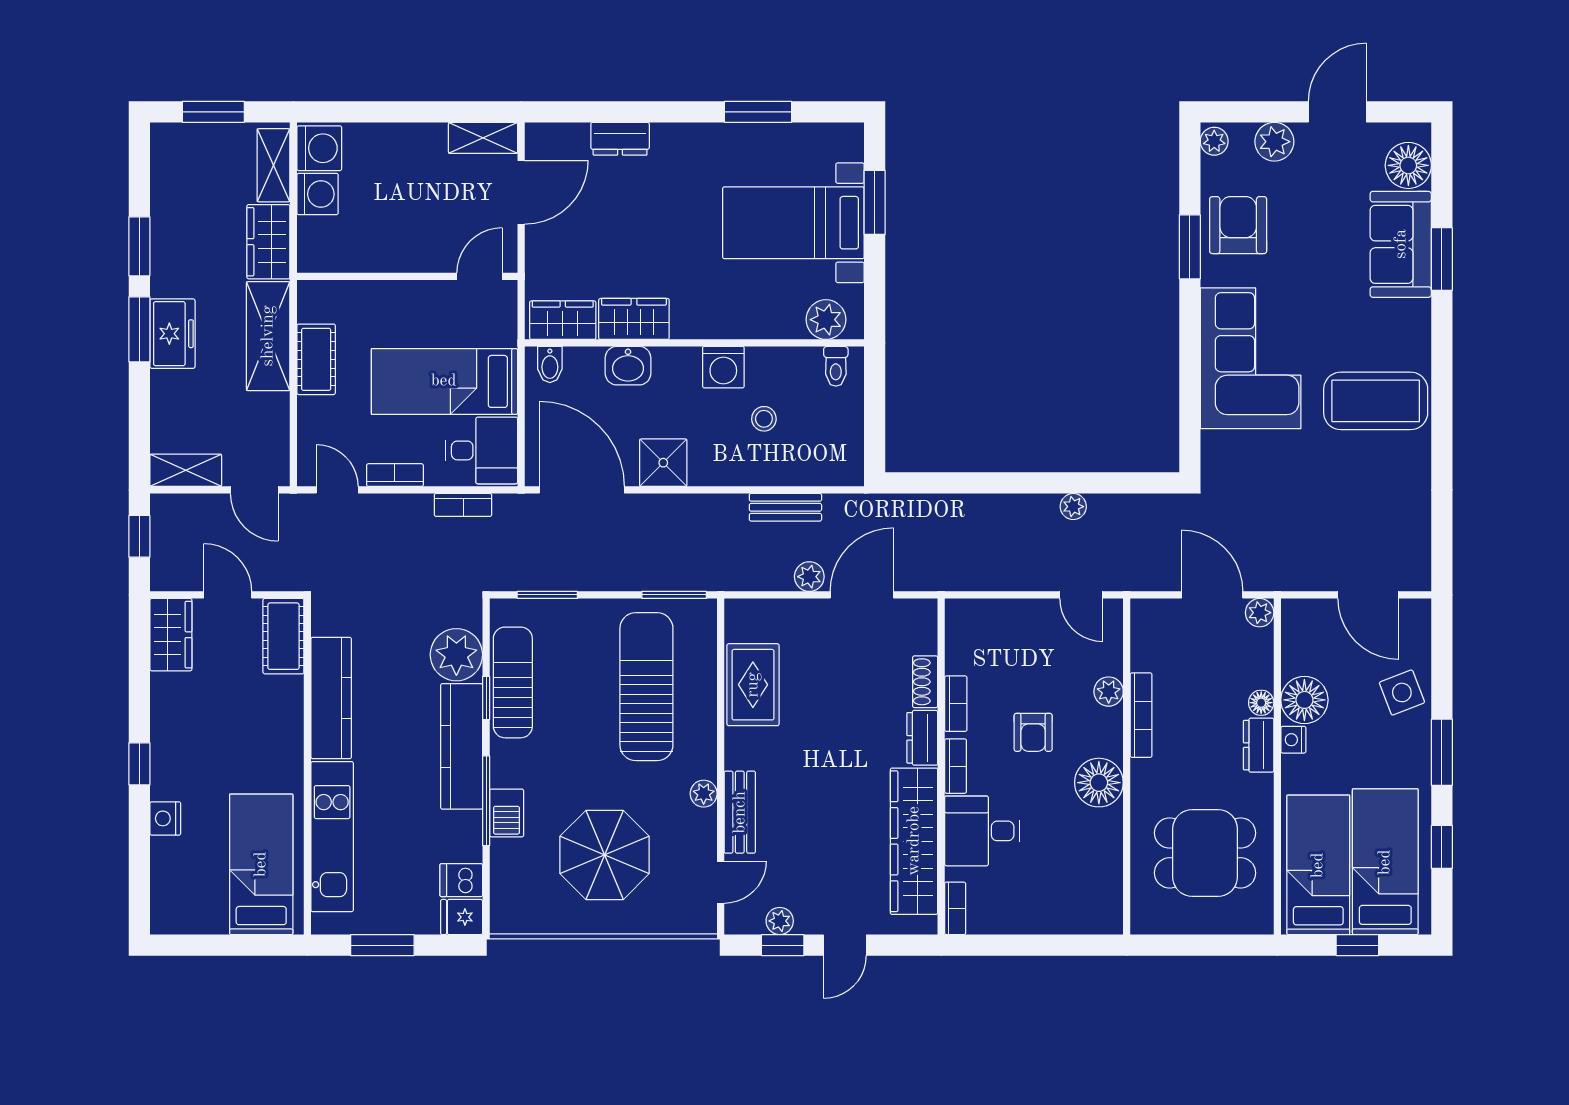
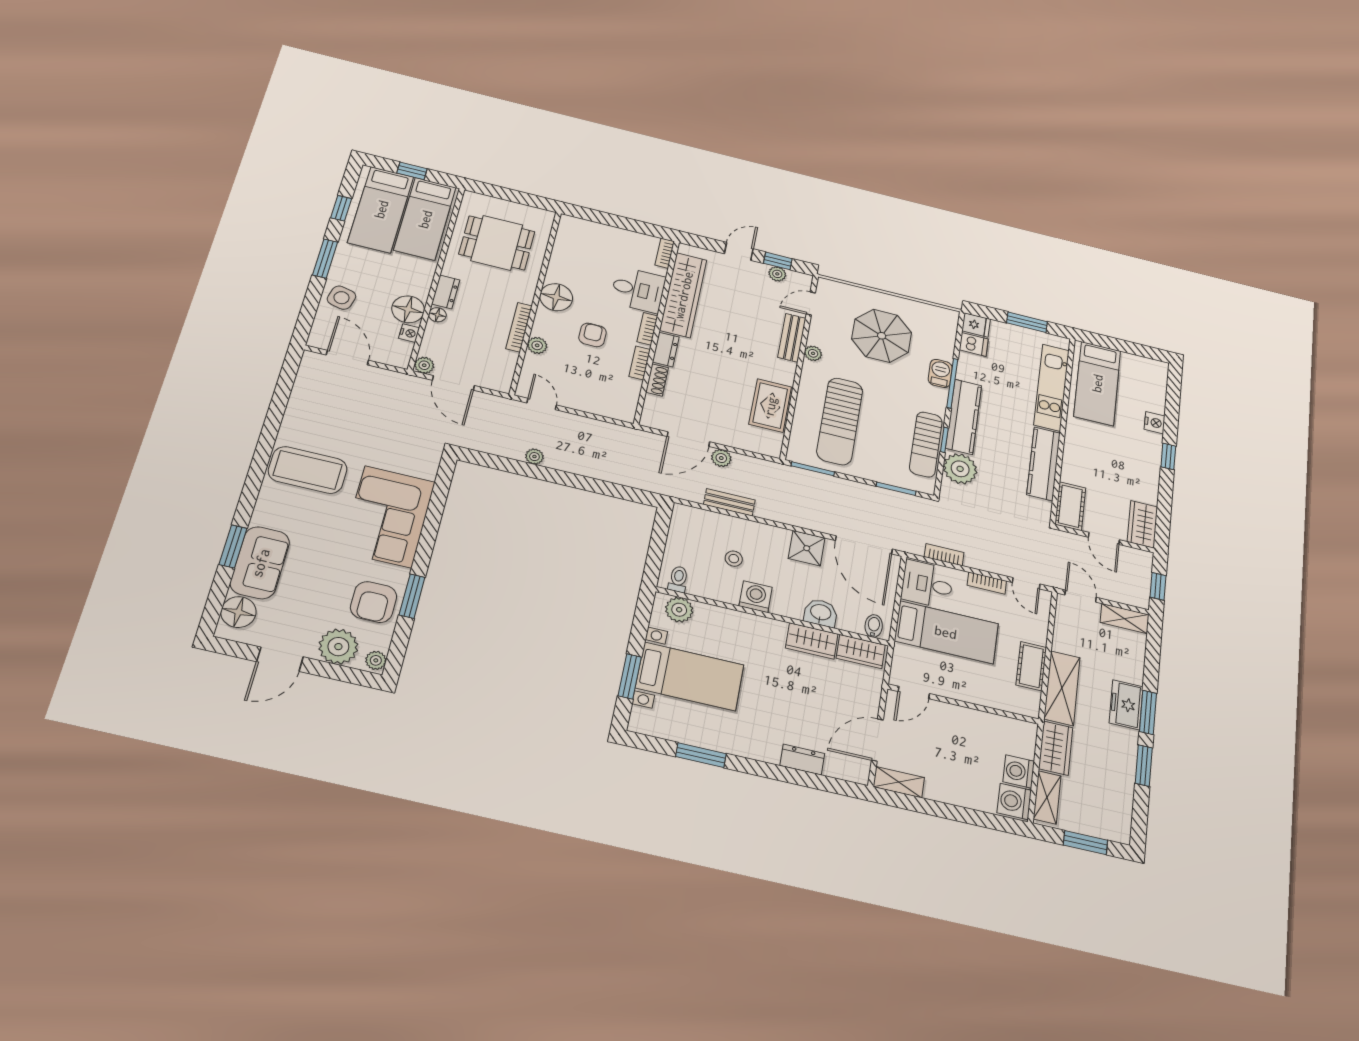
plant: (1274, 142) -> (338, 647), width x1.36, depth x1.36
side table: (1402, 692) -> (341, 298), turned 35
nightstand: (1293, 740) -> (409, 333), moved

